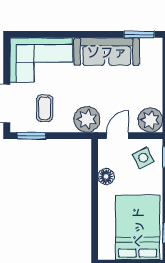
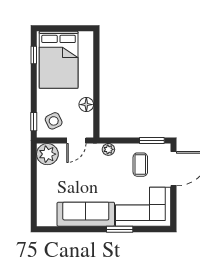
window: (139, 34) -> (120, 229), moved
plant: (87, 119) -> (108, 149), width x0.53, depth x0.53

